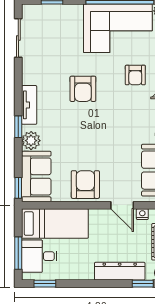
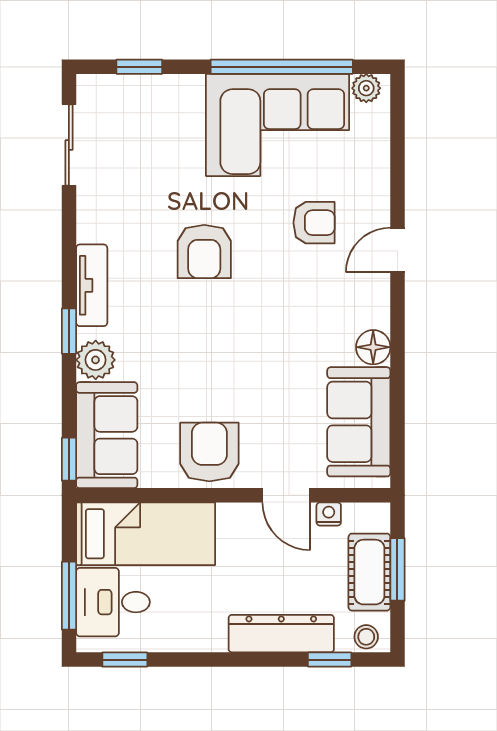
armchair: (135, 75) -> (314, 223), turned -90

